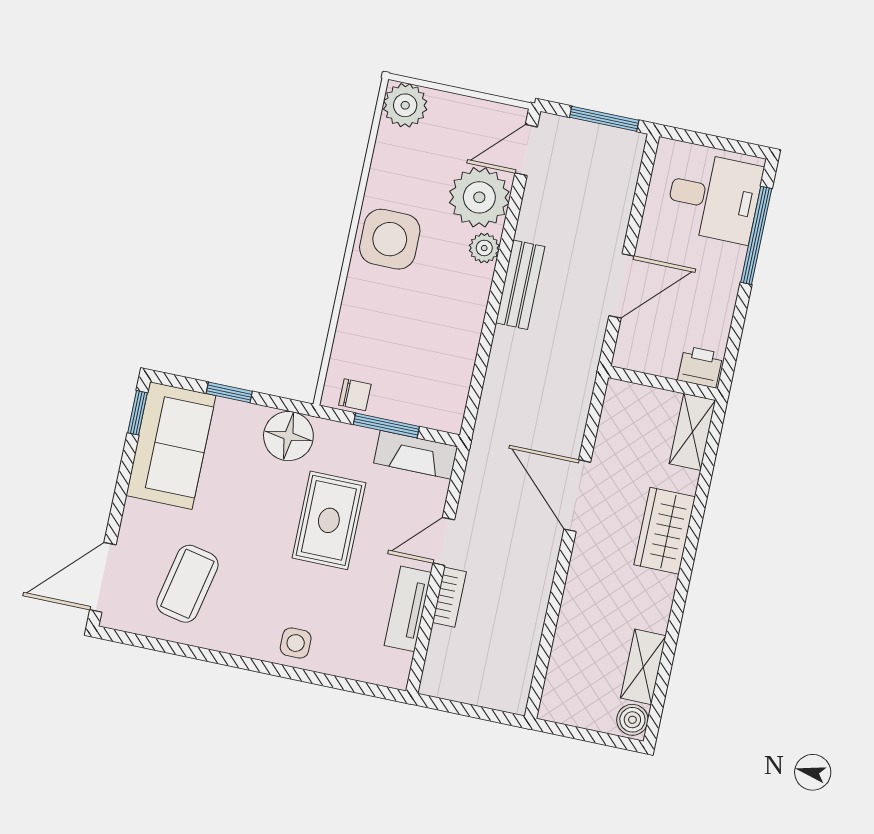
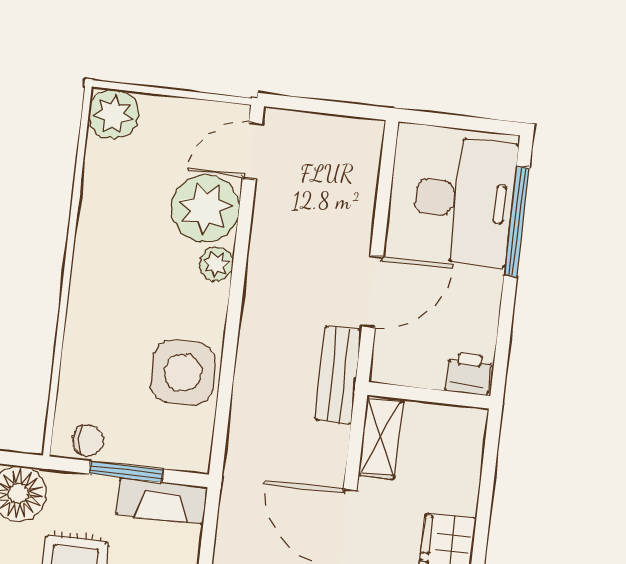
window: (604, 119) -> (336, 108), removed
desk: (714, 197) -> (464, 200), width x1.37
side table: (390, 239) -> (183, 373), moved
bench: (520, 285) -> (338, 375), moved
shelving: (692, 432) -> (381, 437), moved

